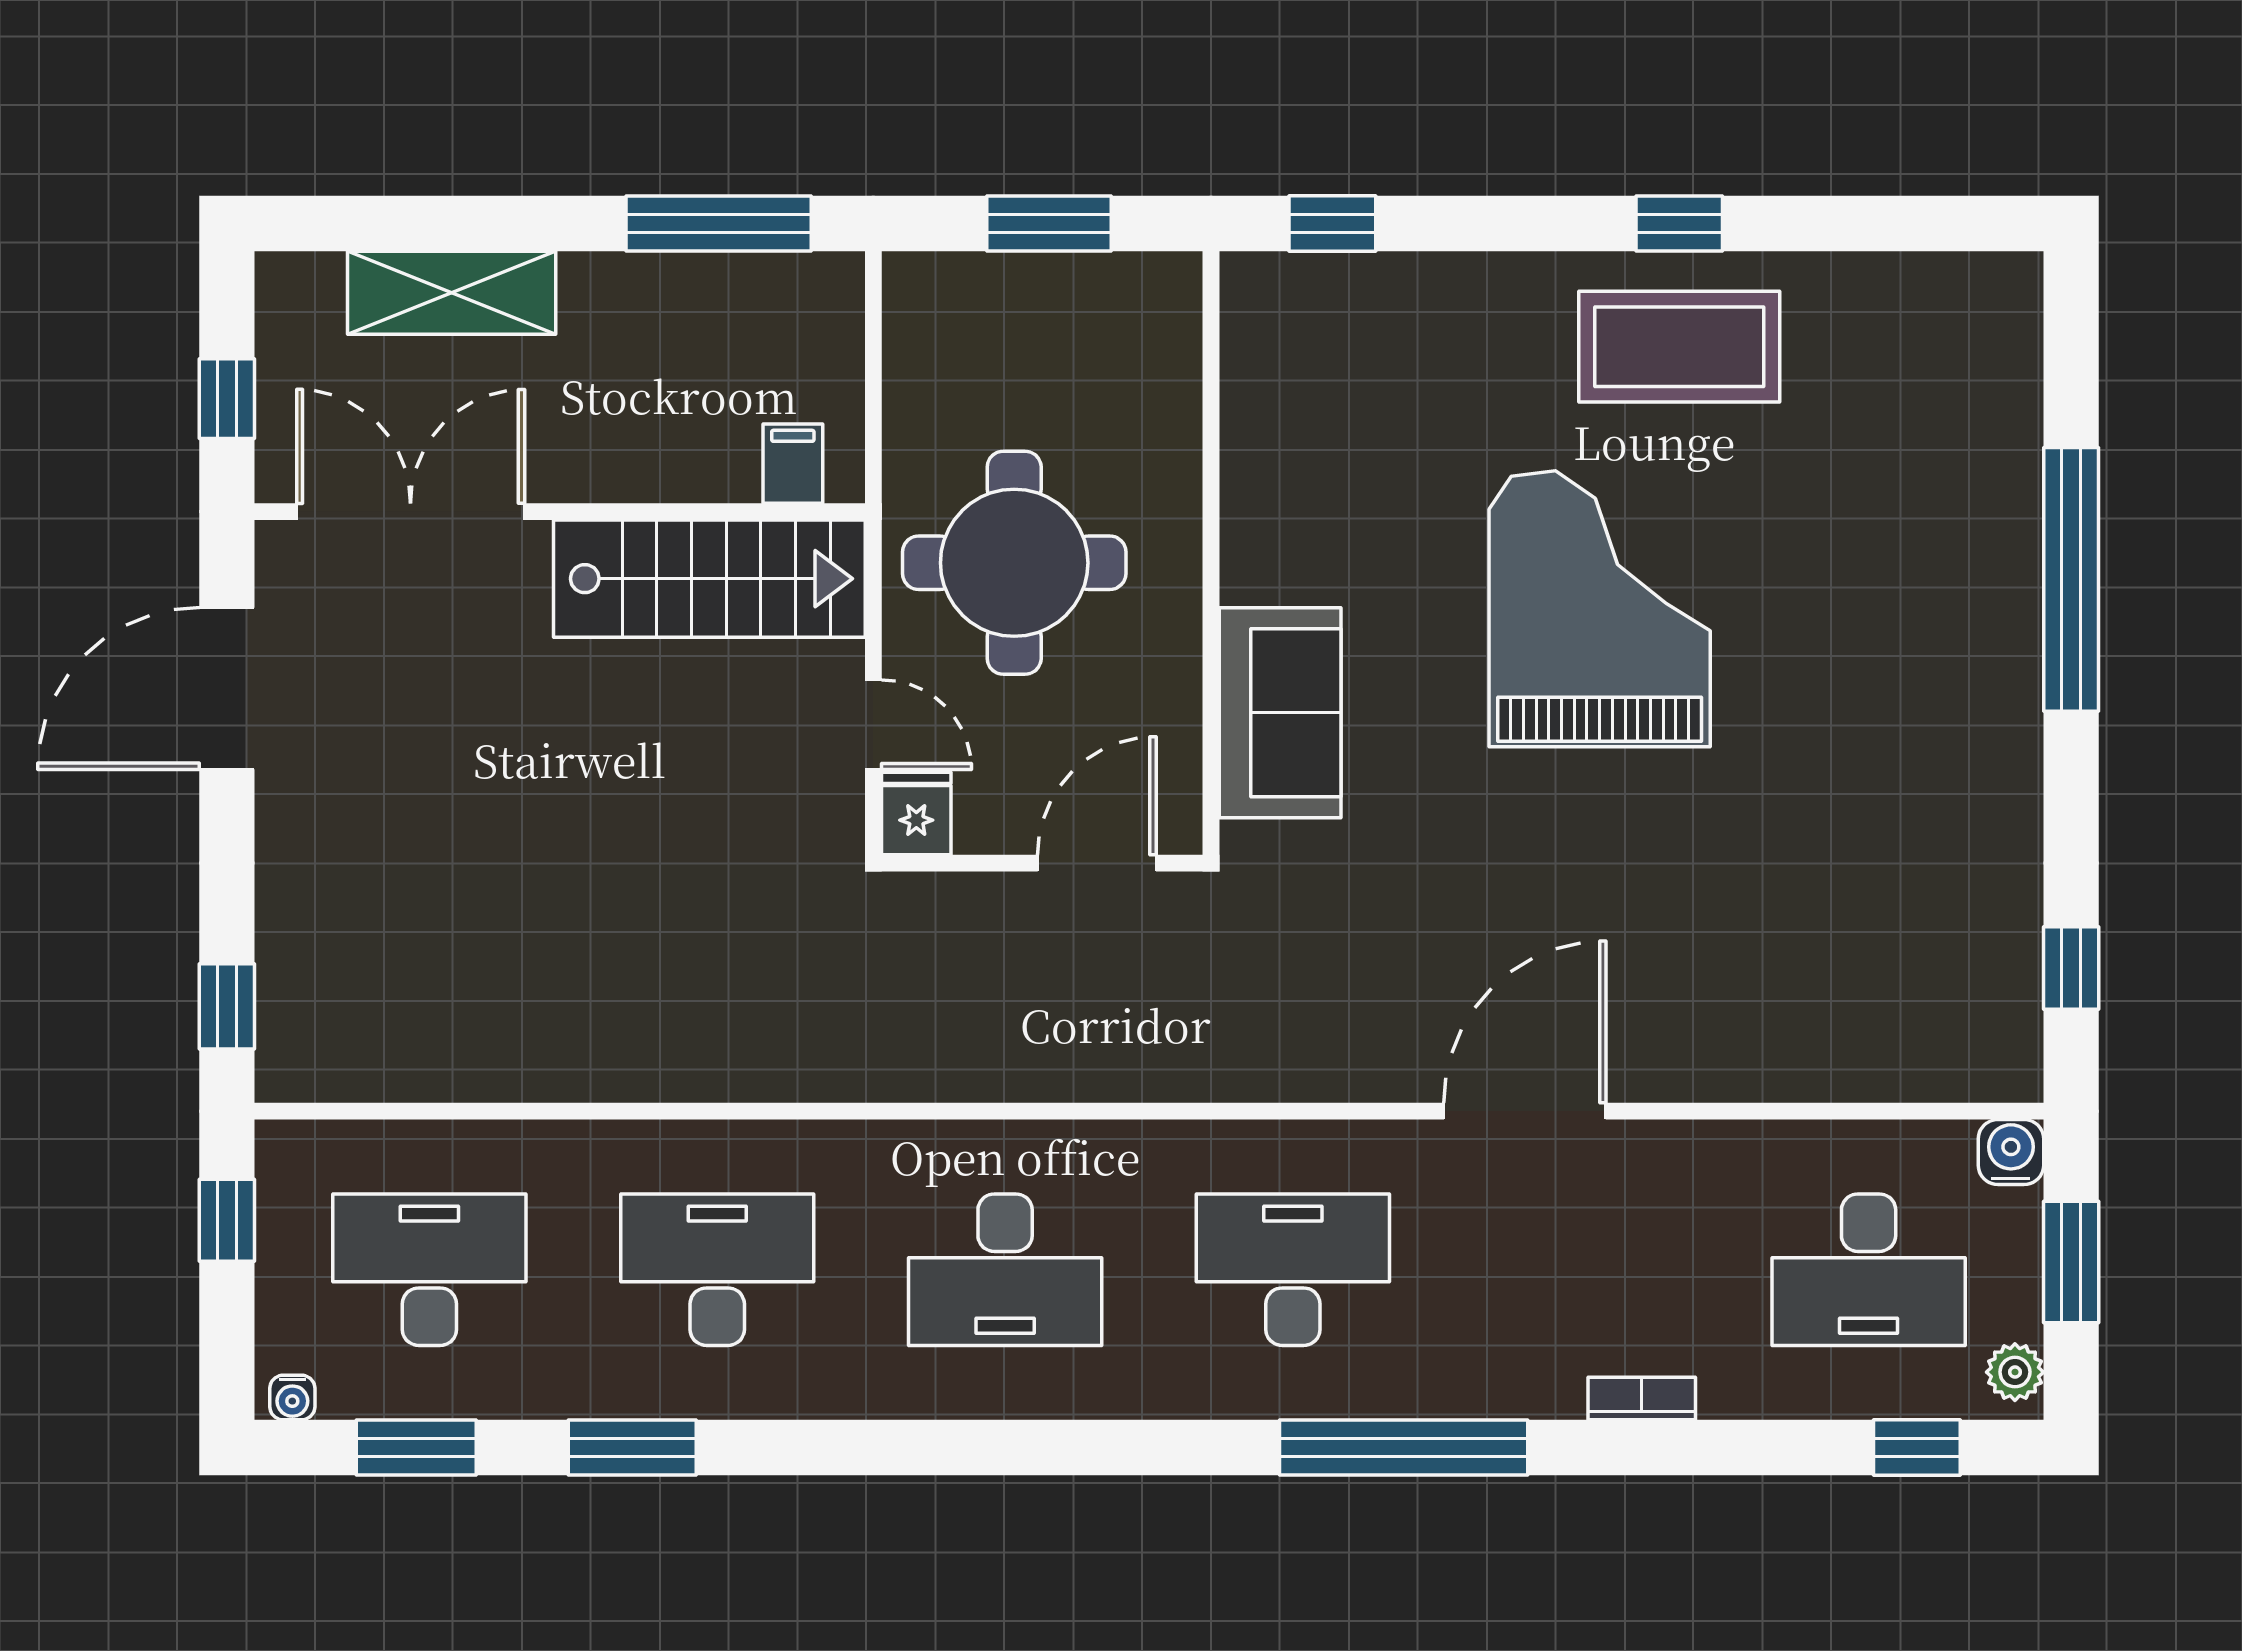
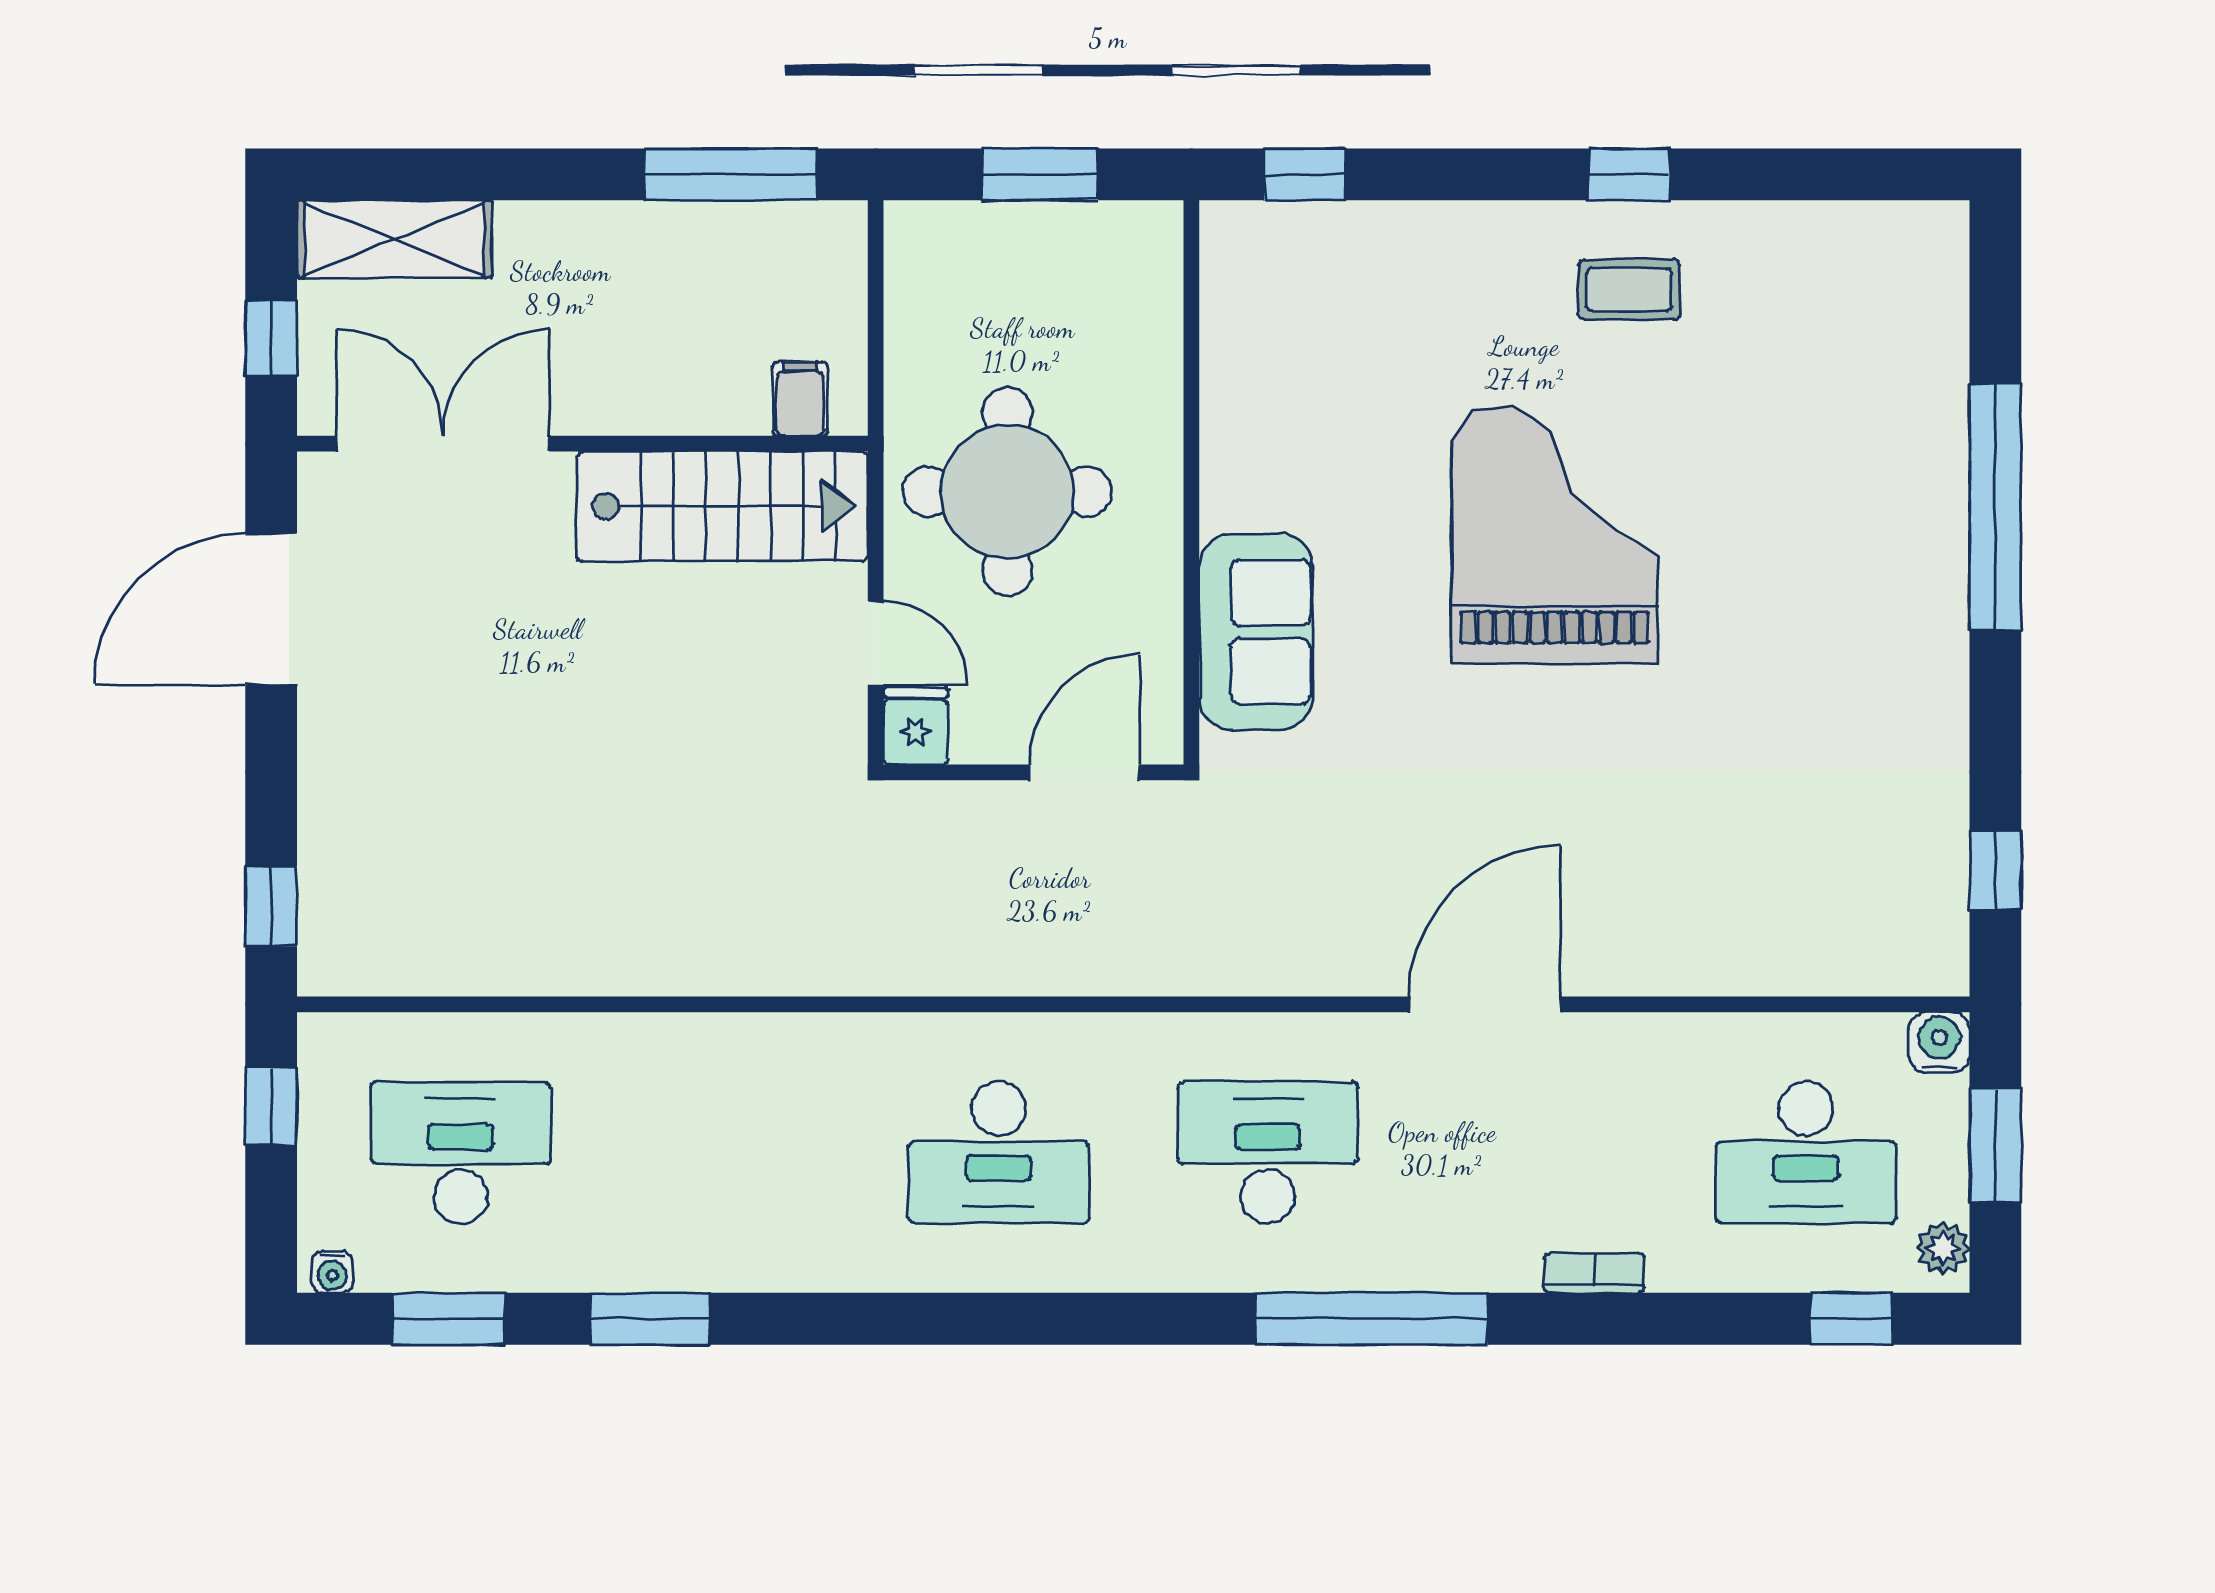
shelving: (452, 293) -> (394, 239), moved
coffee table: (1679, 347) -> (1629, 290), width x0.54, depth x0.58
desk: (717, 1270) -> (730, 1153), removed

